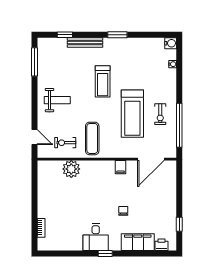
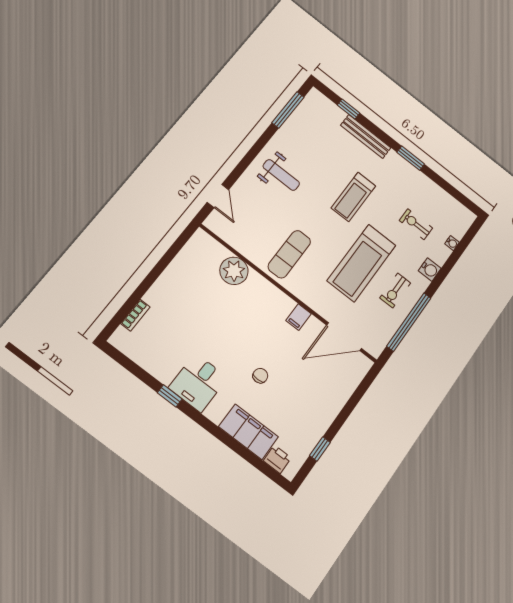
water cooler: (171, 43) -> (430, 270), moved
exercise bike: (65, 143) -> (416, 224), moved
window: (105, 253) -> (170, 396), moved

